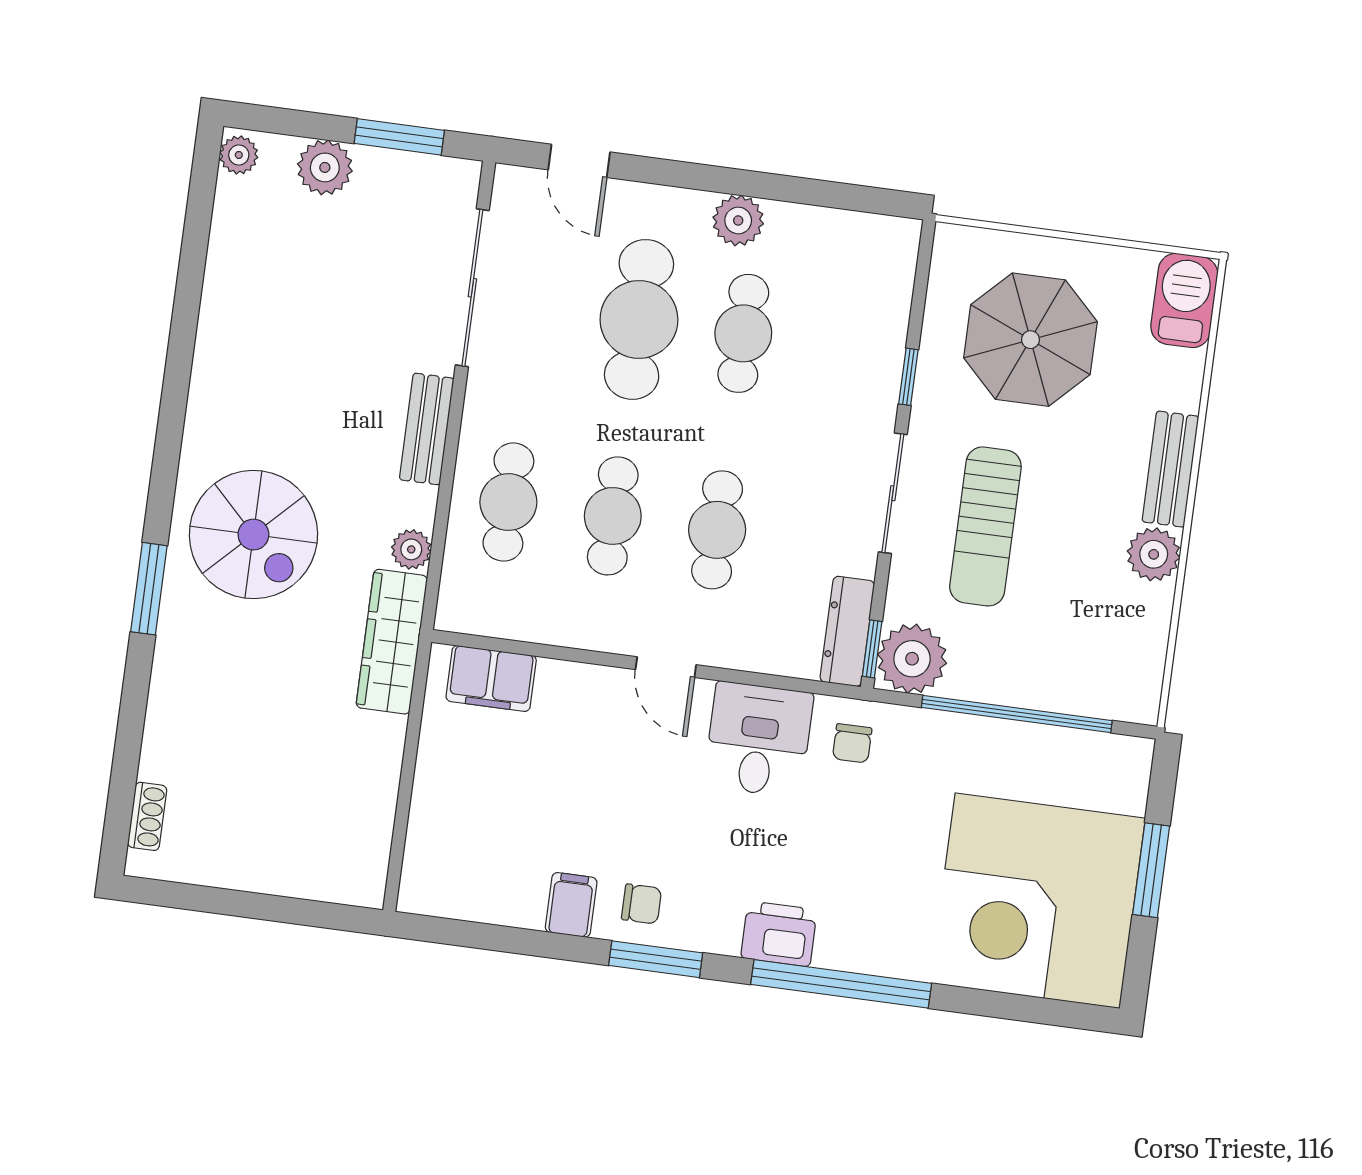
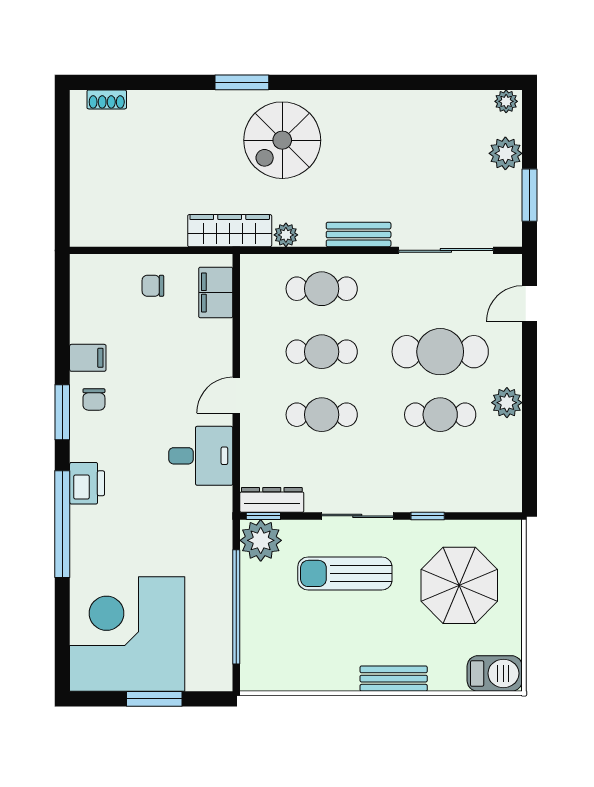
plant: (1154, 554) -> (342, 675), removed
chair: (852, 743) -> (153, 286), moved

